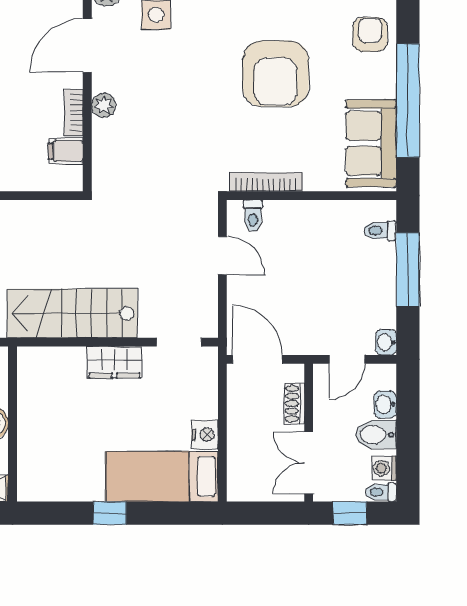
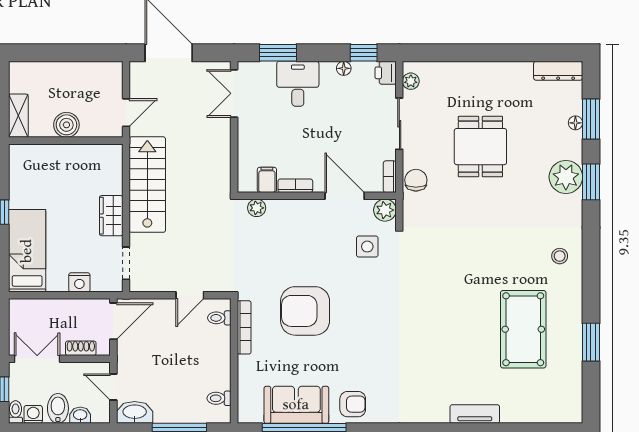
armchair: (276, 74) -> (305, 311), moved
plant: (104, 105) -> (257, 208), moved
sofa: (371, 143) -> (296, 405), moved
toilet: (380, 231) -> (219, 398), moved, turned -90
washbasin: (386, 342) -> (135, 412), width x1.91, depth x1.45
nightstand: (205, 435) -> (79, 282), moved

